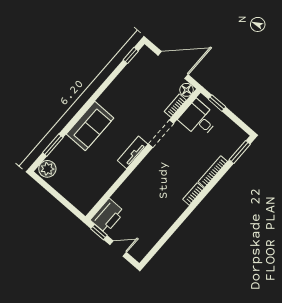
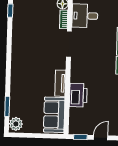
sofa: (90, 126) -> (54, 115), moved, turned 180
tv unit: (133, 152) -> (60, 83), moved
printer: (107, 216) -> (78, 95), moved

